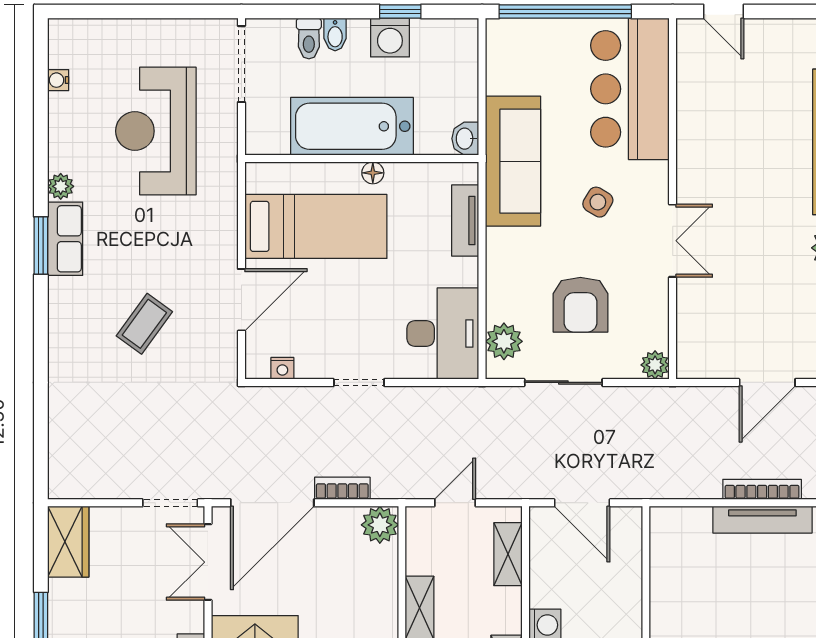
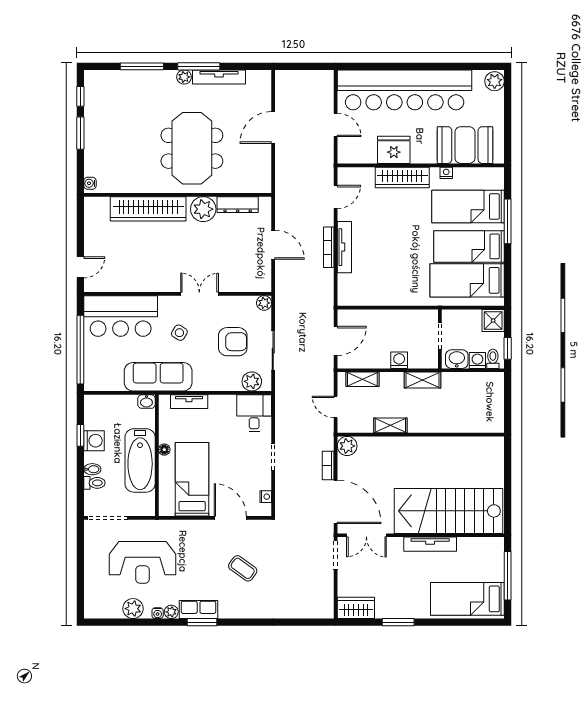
water cooler: (58, 80) -> (158, 613), moved
plant: (67, 113) -> (133, 609), added
desk: (443, 333) -> (254, 413), width x0.73

